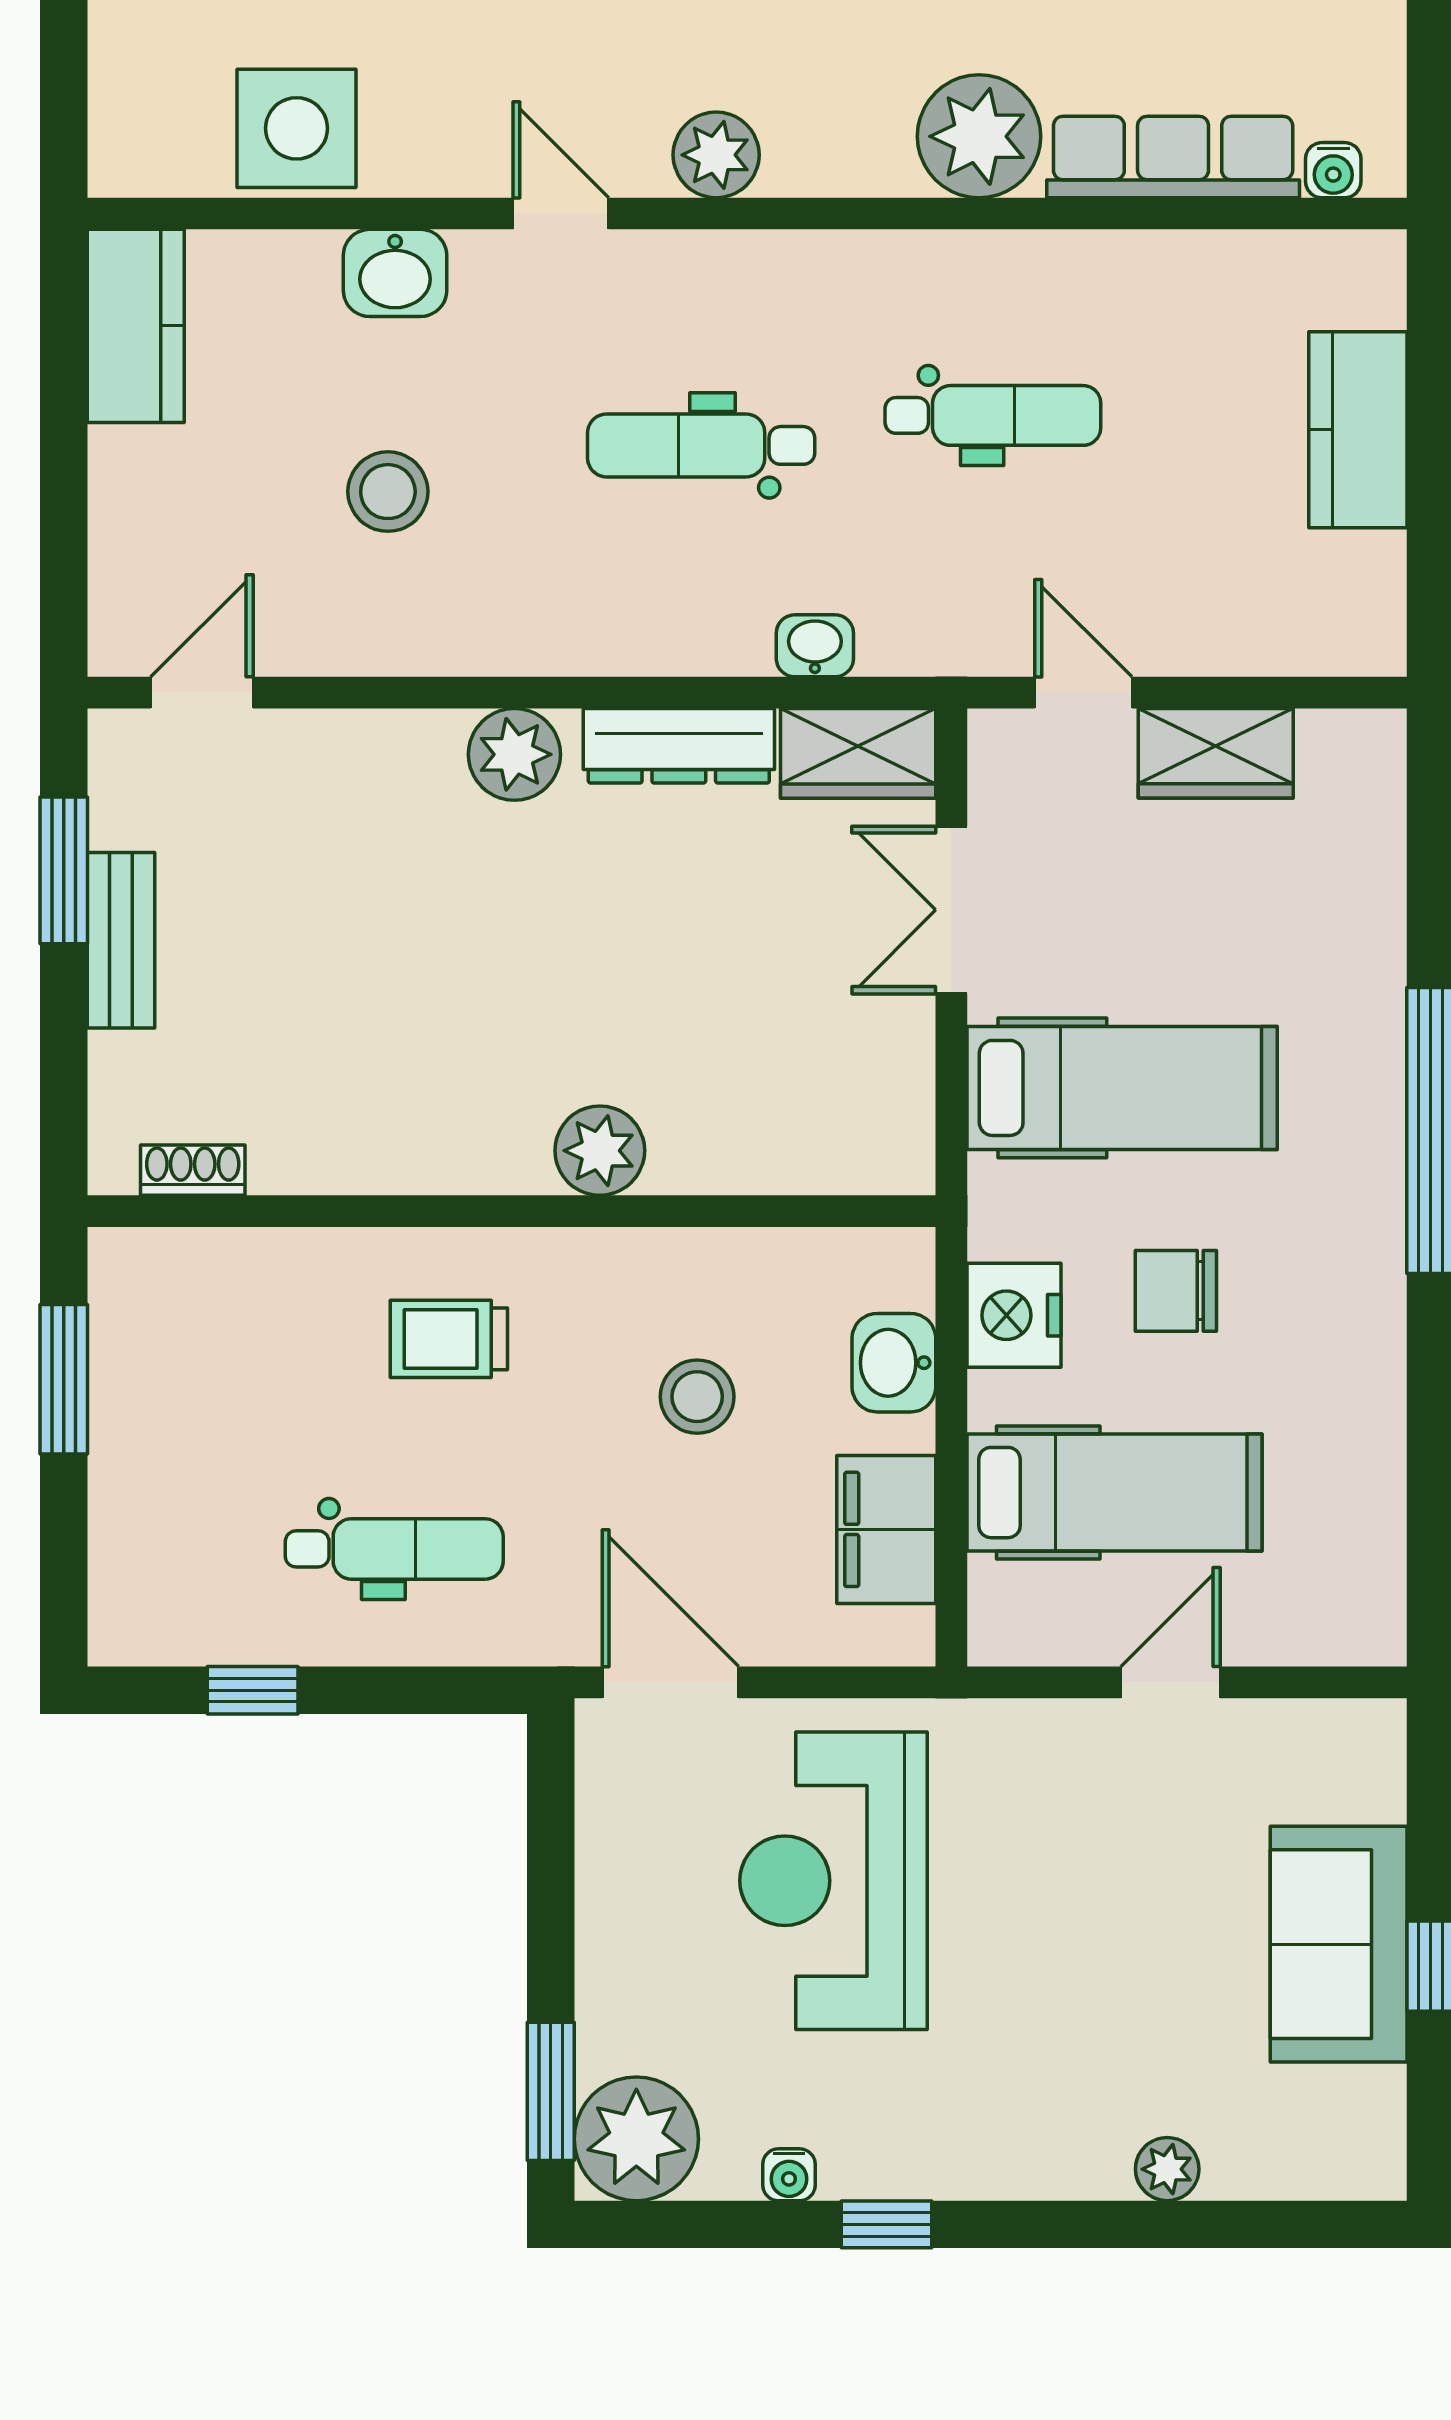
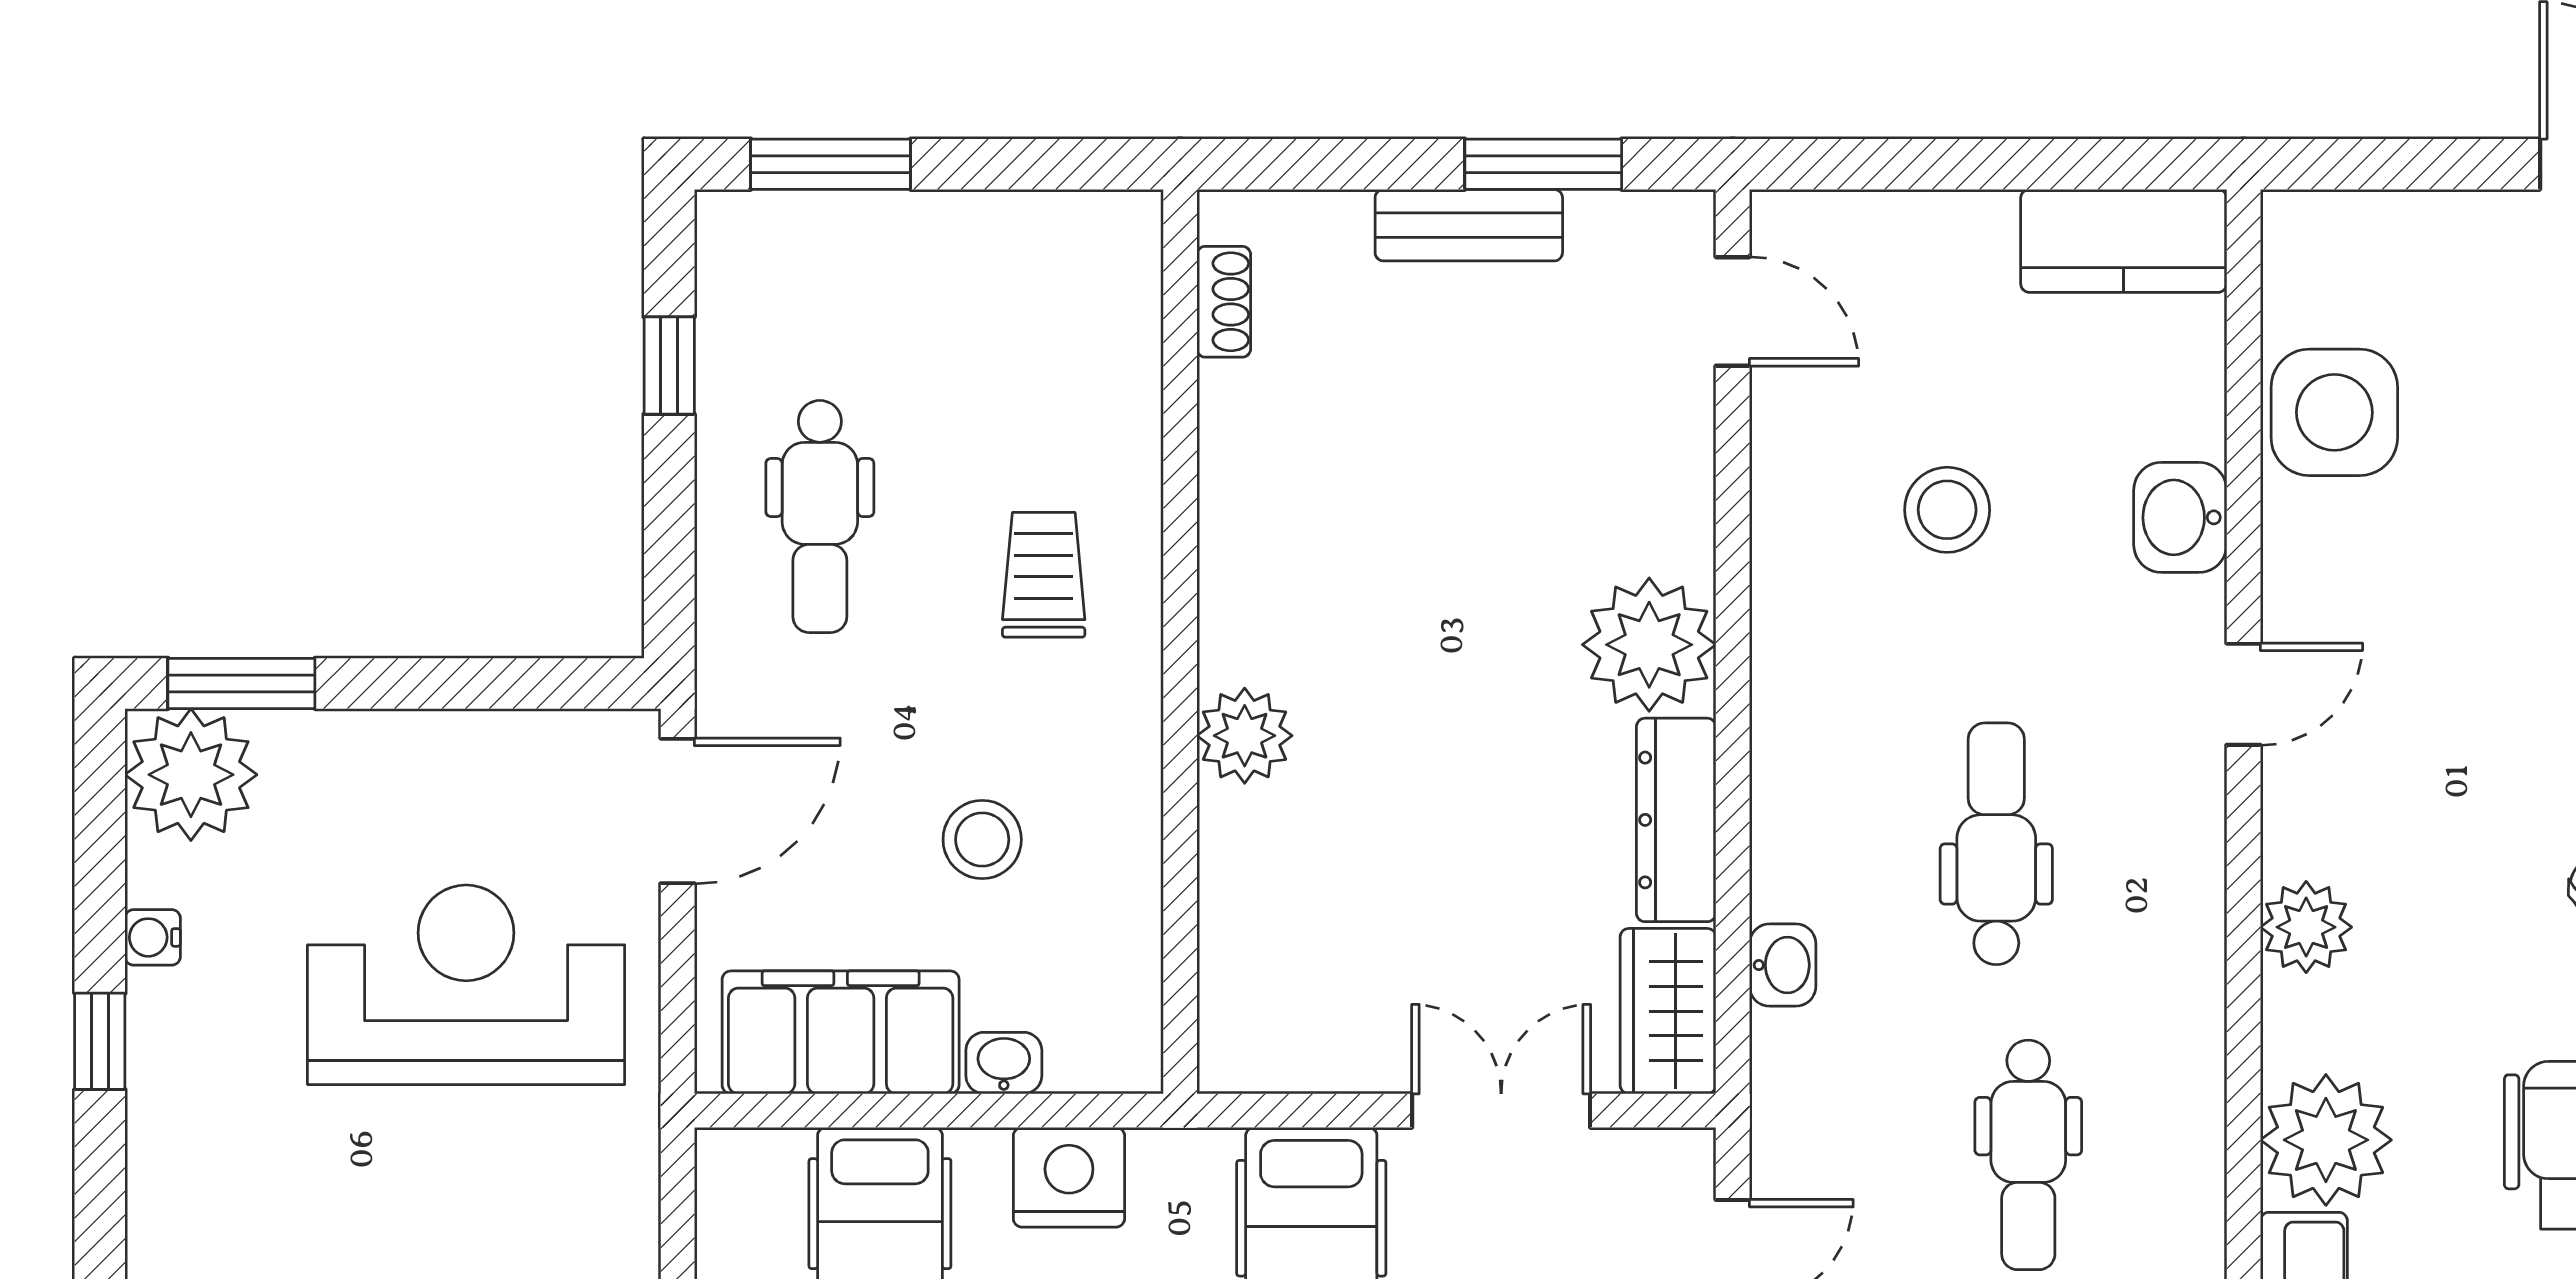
plant: (716, 155) -> (2306, 927), moved
plant: (514, 754) -> (1649, 645), width x1.36, depth x1.36
washbasin: (894, 1363) -> (1004, 1063), width x0.72, depth x0.69
window: (64, 1379) -> (831, 164), moved
filing cabinet: (886, 1529) -> (841, 1032), width x1.50, depth x1.17

